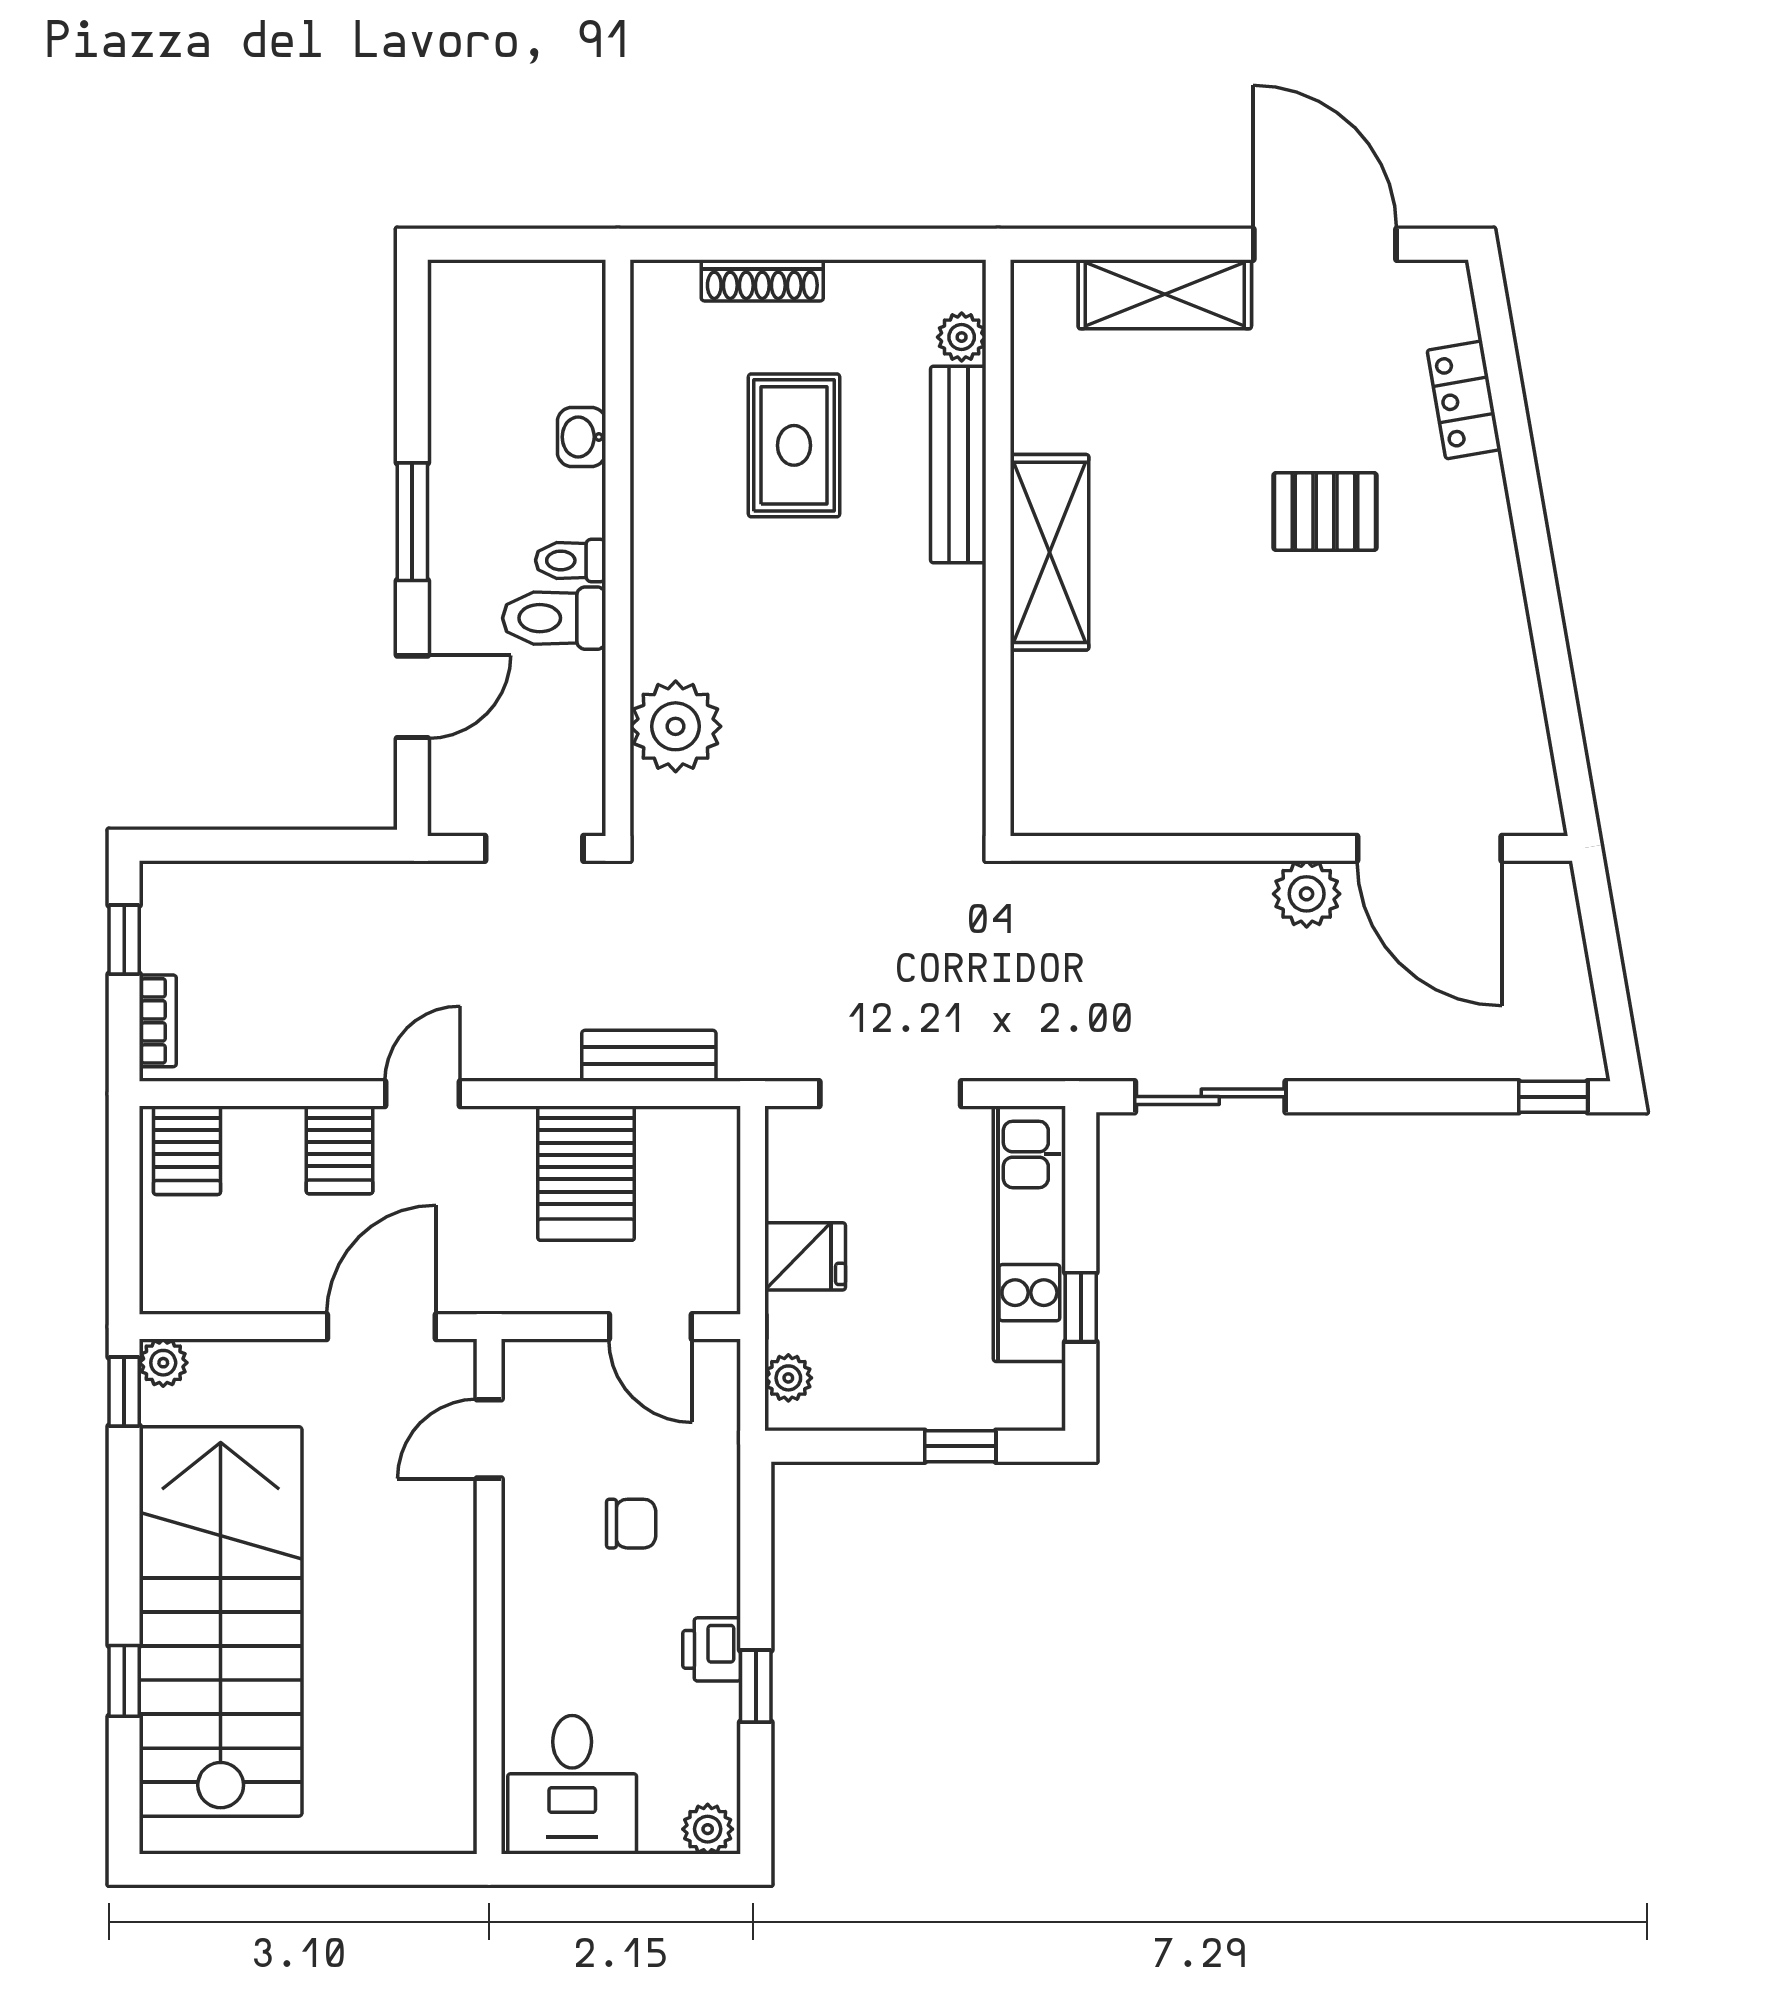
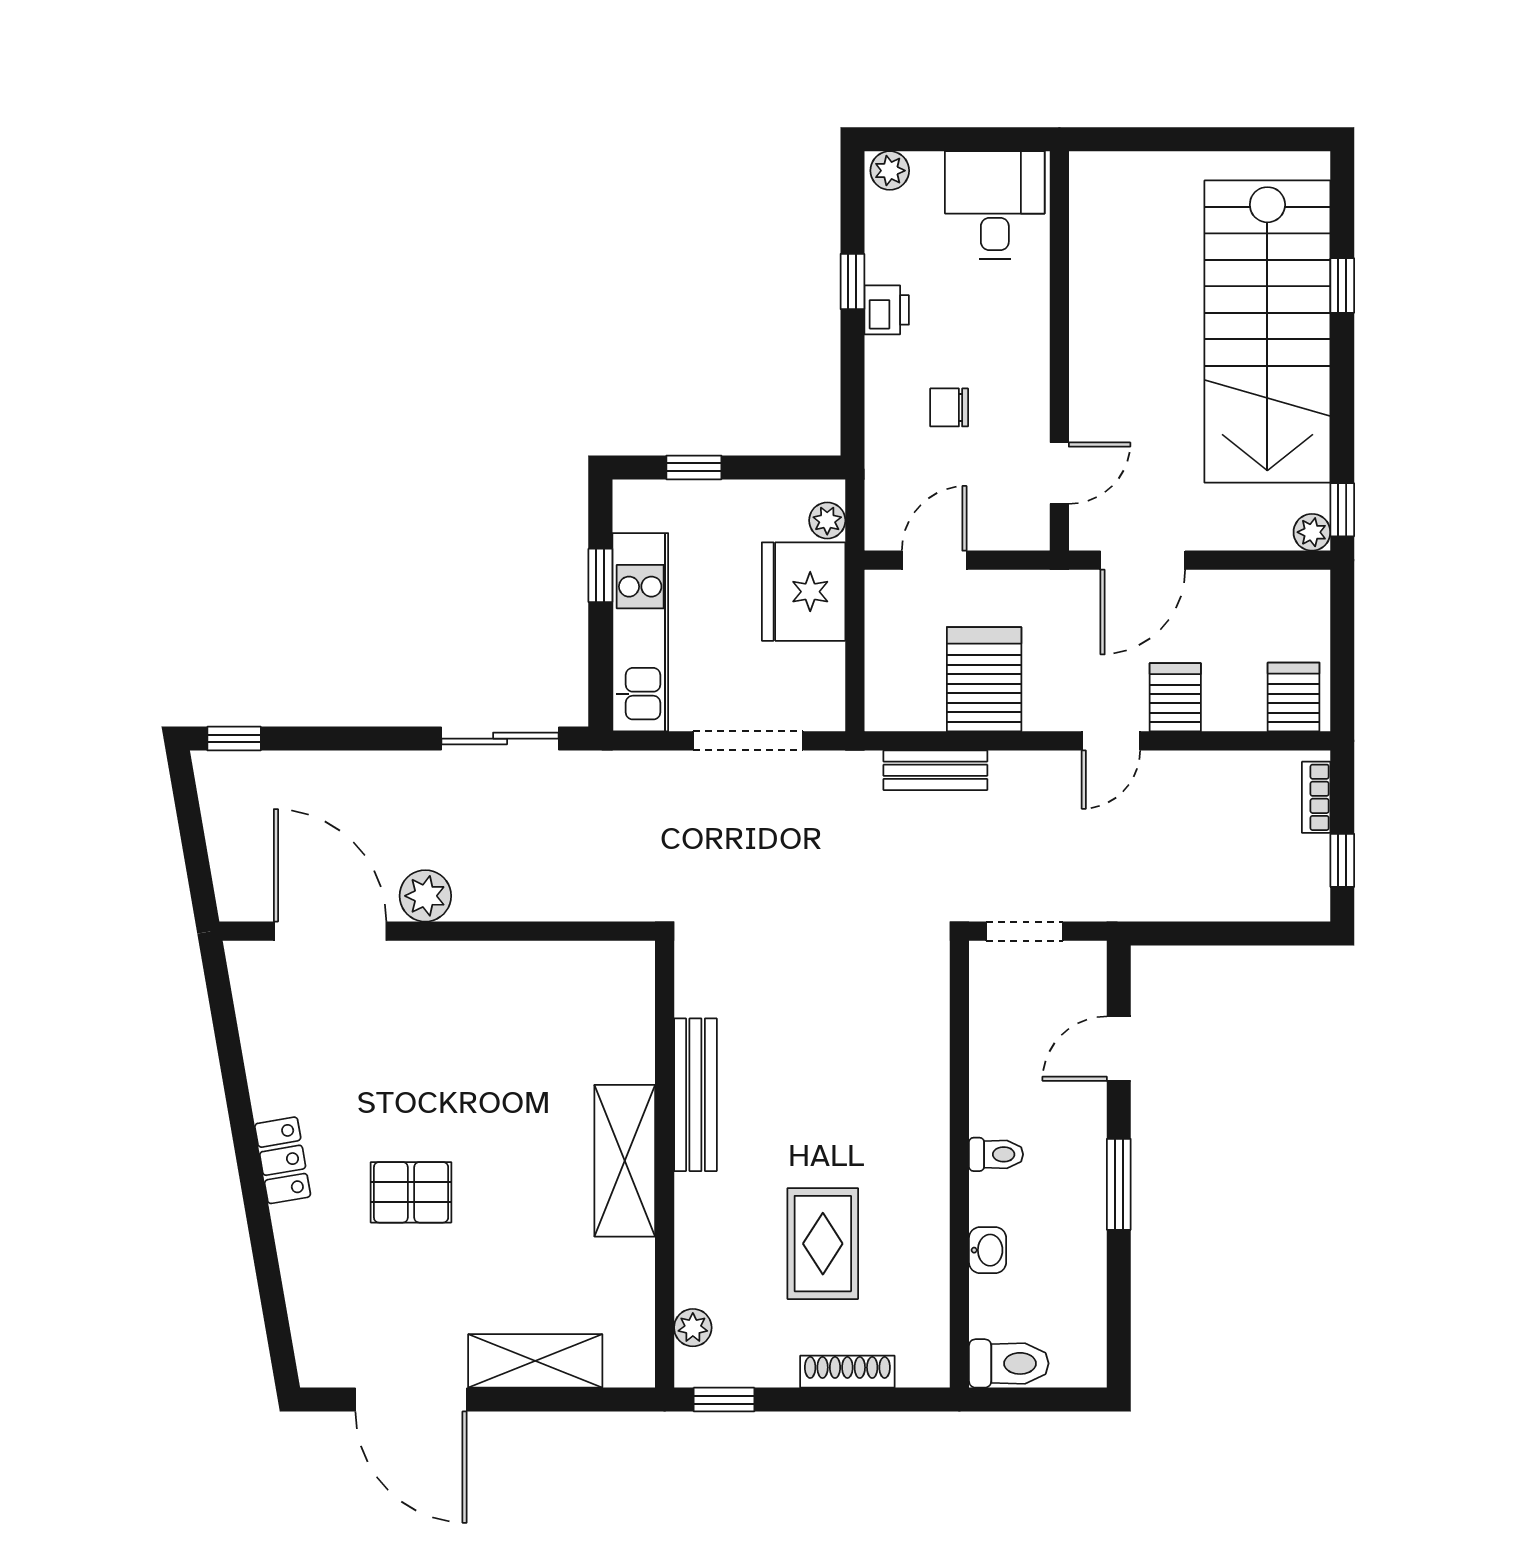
window: (921, 244) -> (724, 1400), added
locker: (1464, 400) -> (283, 1160), moved
bench: (958, 465) -> (695, 1095), moved
toilet: (554, 618) -> (1009, 1363), moved
plant: (676, 726) -> (915, 1026), removed
fridge: (805, 1256) -> (804, 592), width x1.88, depth x1.34
door: (650, 1327) -> (934, 560), hinge flipped

